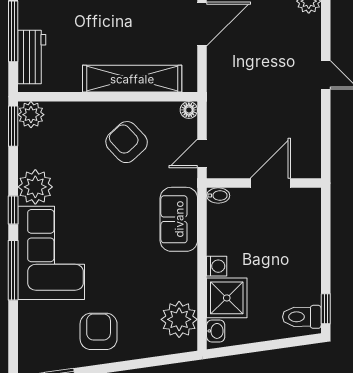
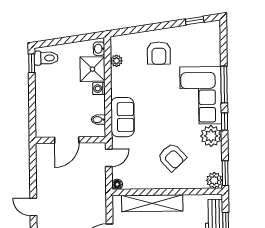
armchair: (127, 142) -> (172, 157), moved
bidet: (218, 196) -> (98, 120), moved
plant: (179, 319) -> (116, 61), width x0.53, depth x0.53
armchair: (99, 331) -> (159, 53), moved

